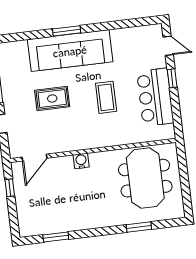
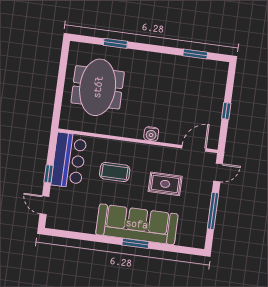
coffee table: (106, 97) -> (115, 172), turned 90
wall: (93, 150) -> (138, 141), moved
door: (34, 158) -> (194, 148), moved
water cooler: (81, 161) -> (151, 134), moved

